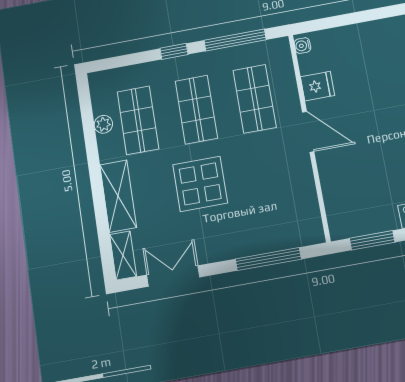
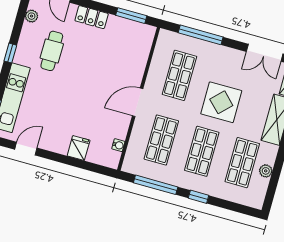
water cooler: (302, 46) -> (118, 145), moved
fridge: (318, 86) -> (79, 148), moved, turned 90
door: (308, 132) -> (138, 102), hinge flipped
shop shelf: (271, 192) -> (179, 75), added

